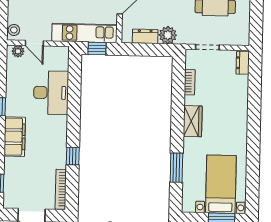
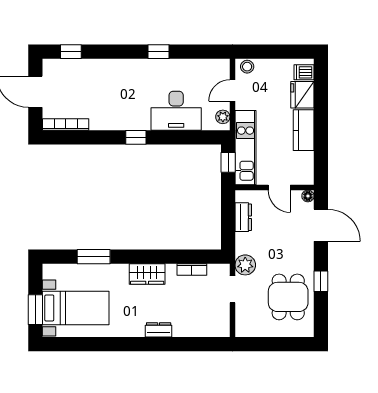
plant: (168, 35) -> (245, 265), moved
plant: (18, 51) -> (223, 117), moved
dresser: (243, 63) -> (159, 330), moved
filing cabinet: (15, 137) -> (125, 70), removed
window: (73, 156) -> (136, 137), moved

